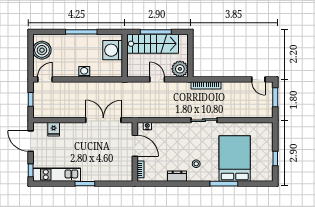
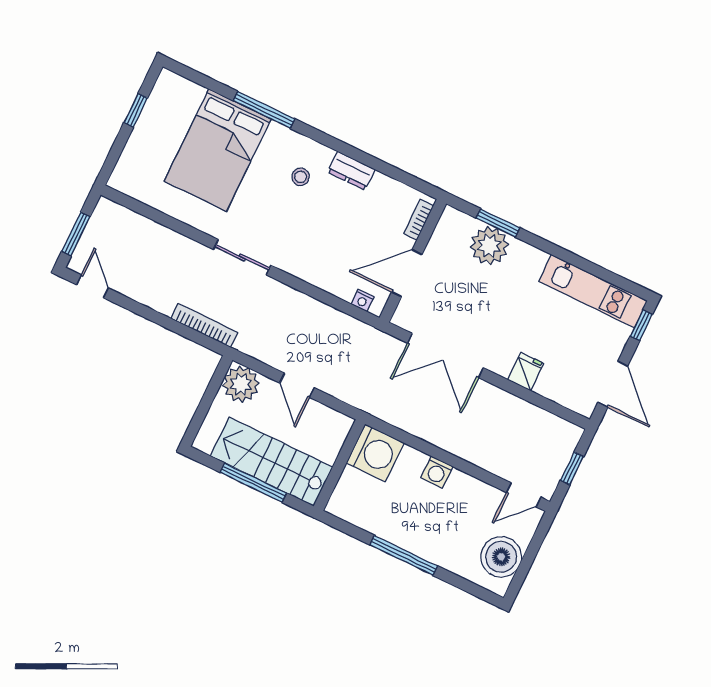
washing machine: (113, 50) -> (375, 453), moved
fridge: (54, 129) -> (526, 372), moved
door: (135, 146) -> (407, 273), hinge flipped
plant: (107, 173) -> (489, 246), added
window: (85, 184) -> (498, 223), moved

